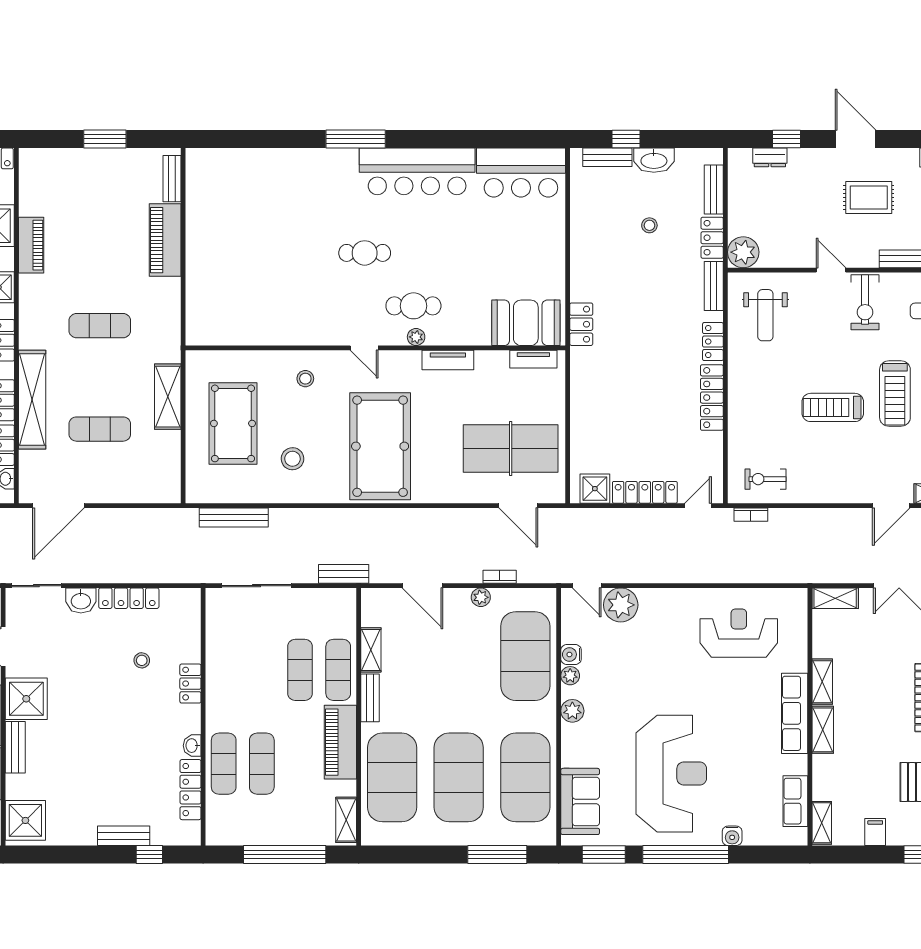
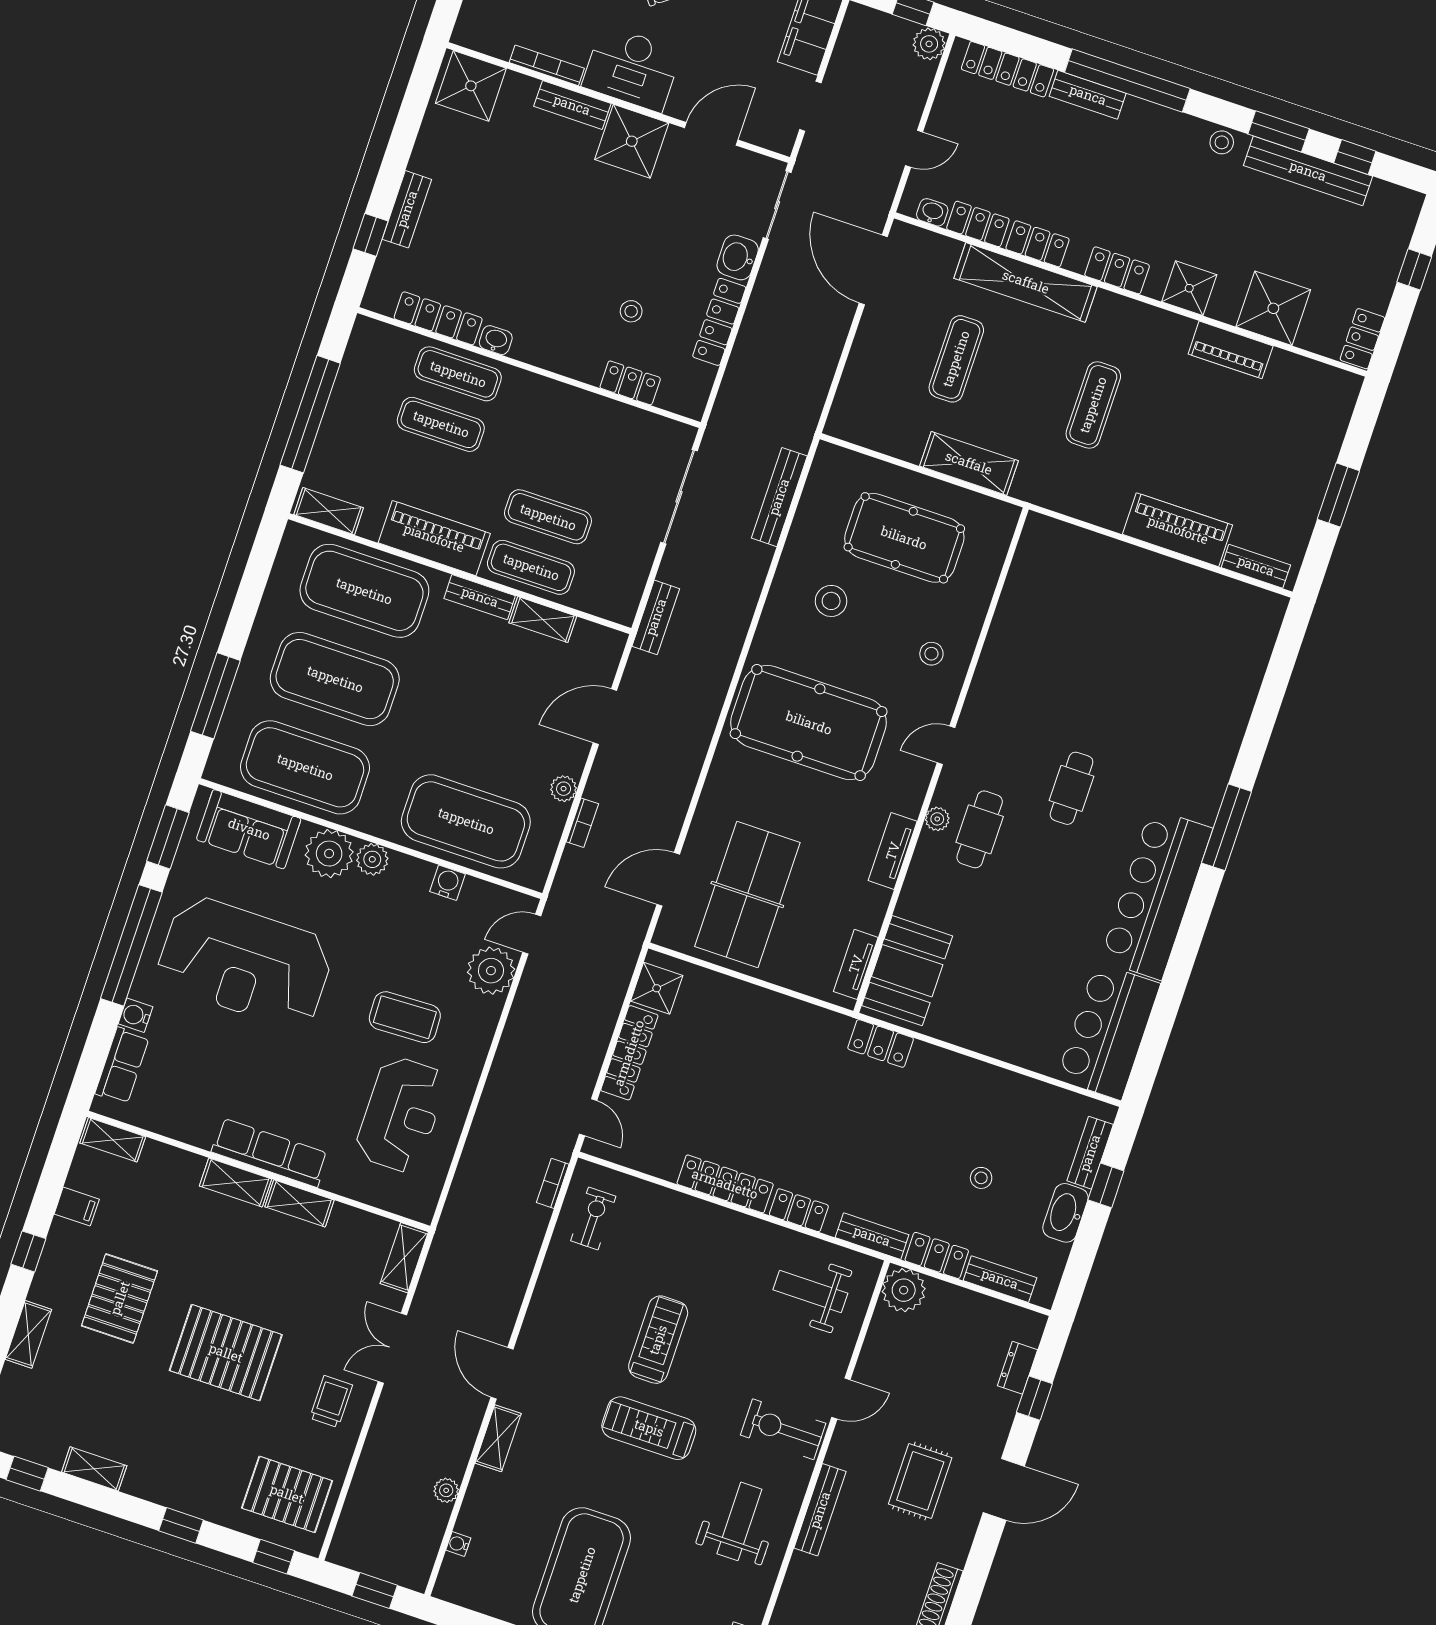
coffee table: (672, 653) -> (405, 1017), added
plant: (570, 676) -> (329, 854), moved, width x1.87, depth x1.87
locker: (190, 684) -> (630, 383), moved
row of seats: (795, 801) -> (122, 1066), moved, turned 90

